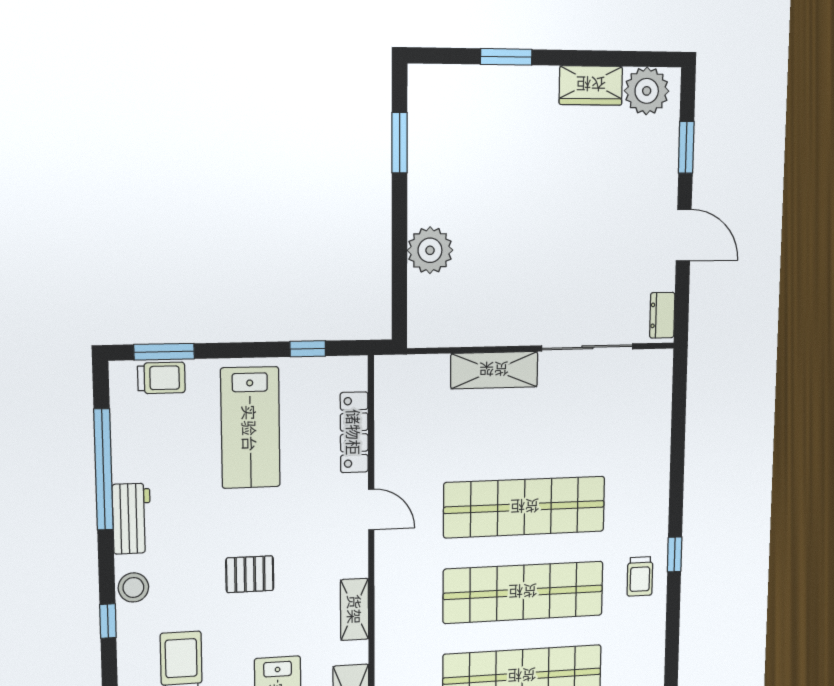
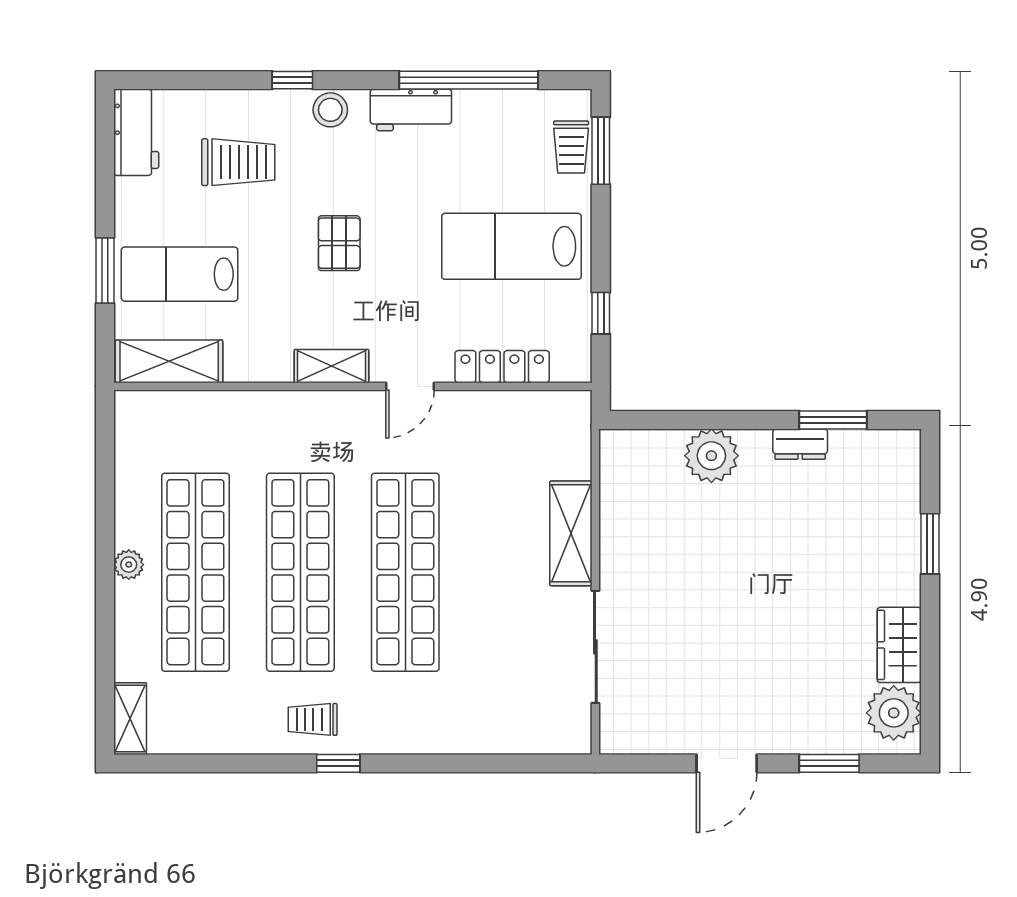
dresser: (662, 315) -> (800, 444), moved, turned 180
shelving: (355, 609) -> (331, 366), moved

